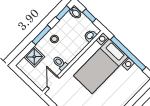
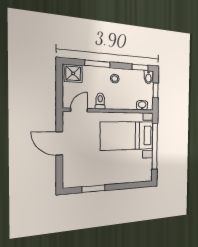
window: (42, 35) -> (97, 64), moved
shower: (34, 57) -> (73, 73), moved

